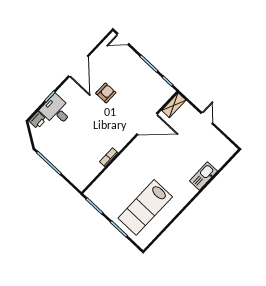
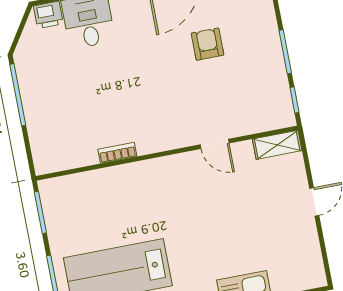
armchair: (106, 93) -> (207, 44), moved, turned -90
door: (147, 124) -> (215, 144), width x0.53

